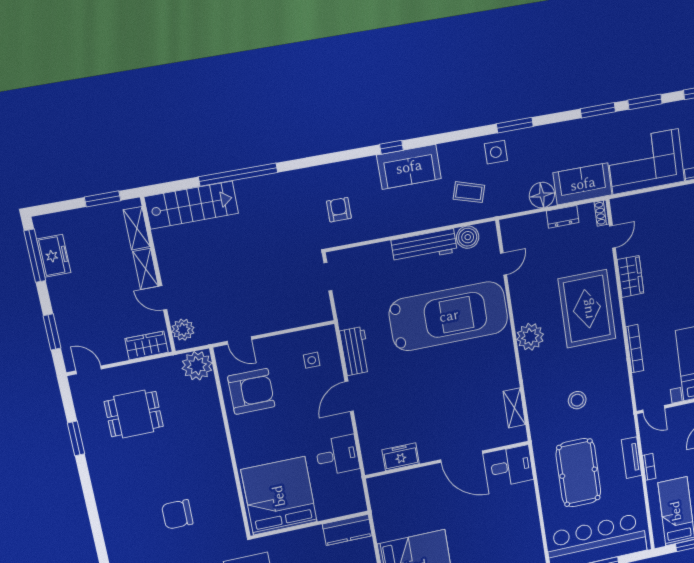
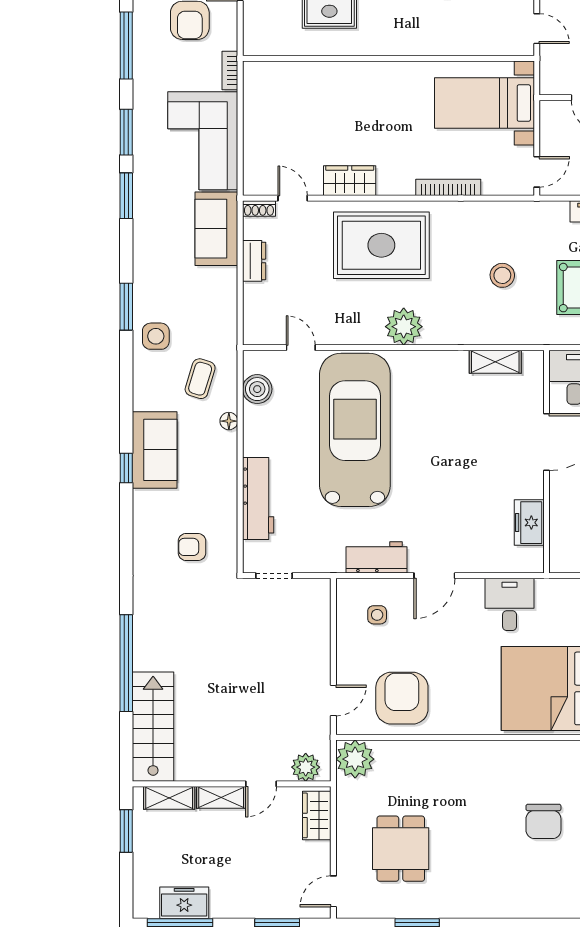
floor lamp: (542, 195) -> (229, 421), moved, width x0.53, depth x0.53
workbench: (424, 246) -> (258, 498), moved
door: (349, 396) -> (434, 576), hinge flipped

